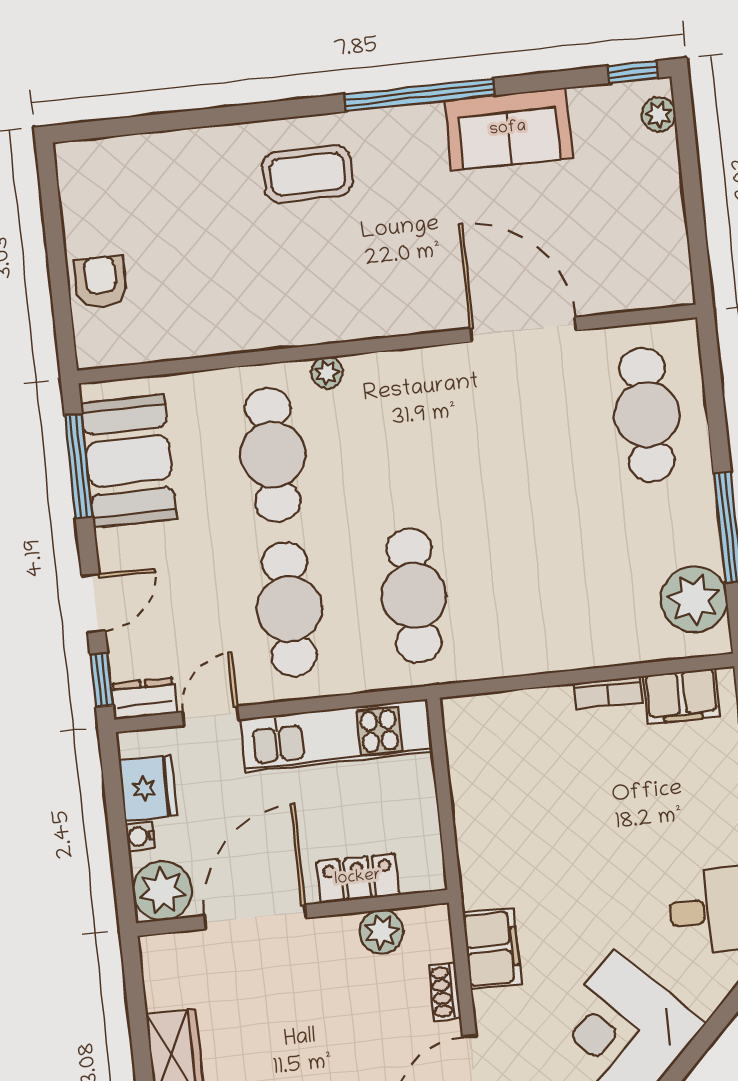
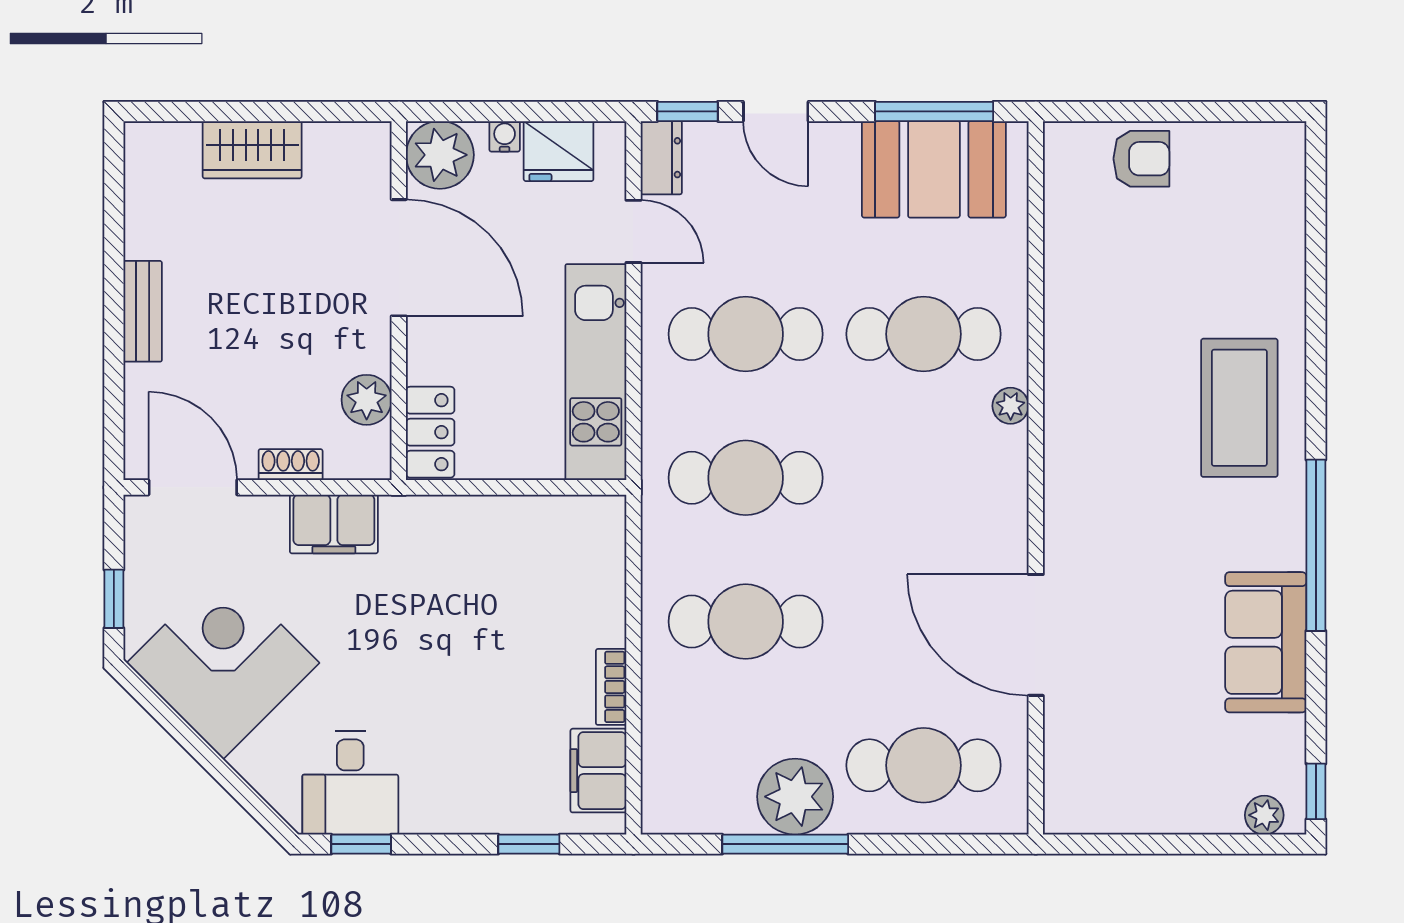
coffee table: (307, 174) -> (1239, 408), width x1.36, depth x1.32
door: (523, 329) -> (1036, 635), swing flipped
cafe table: (539, 582) -> (746, 622), added
plant: (694, 599) -> (795, 797), moved
locker: (358, 878) -> (430, 432), moved

